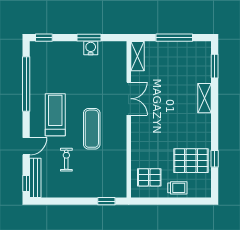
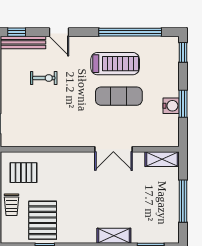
treadmill: (55, 115) -> (115, 64), moved
exercise mat: (92, 129) -> (119, 96), moved
pallet: (149, 177) -> (24, 173), turned 90

